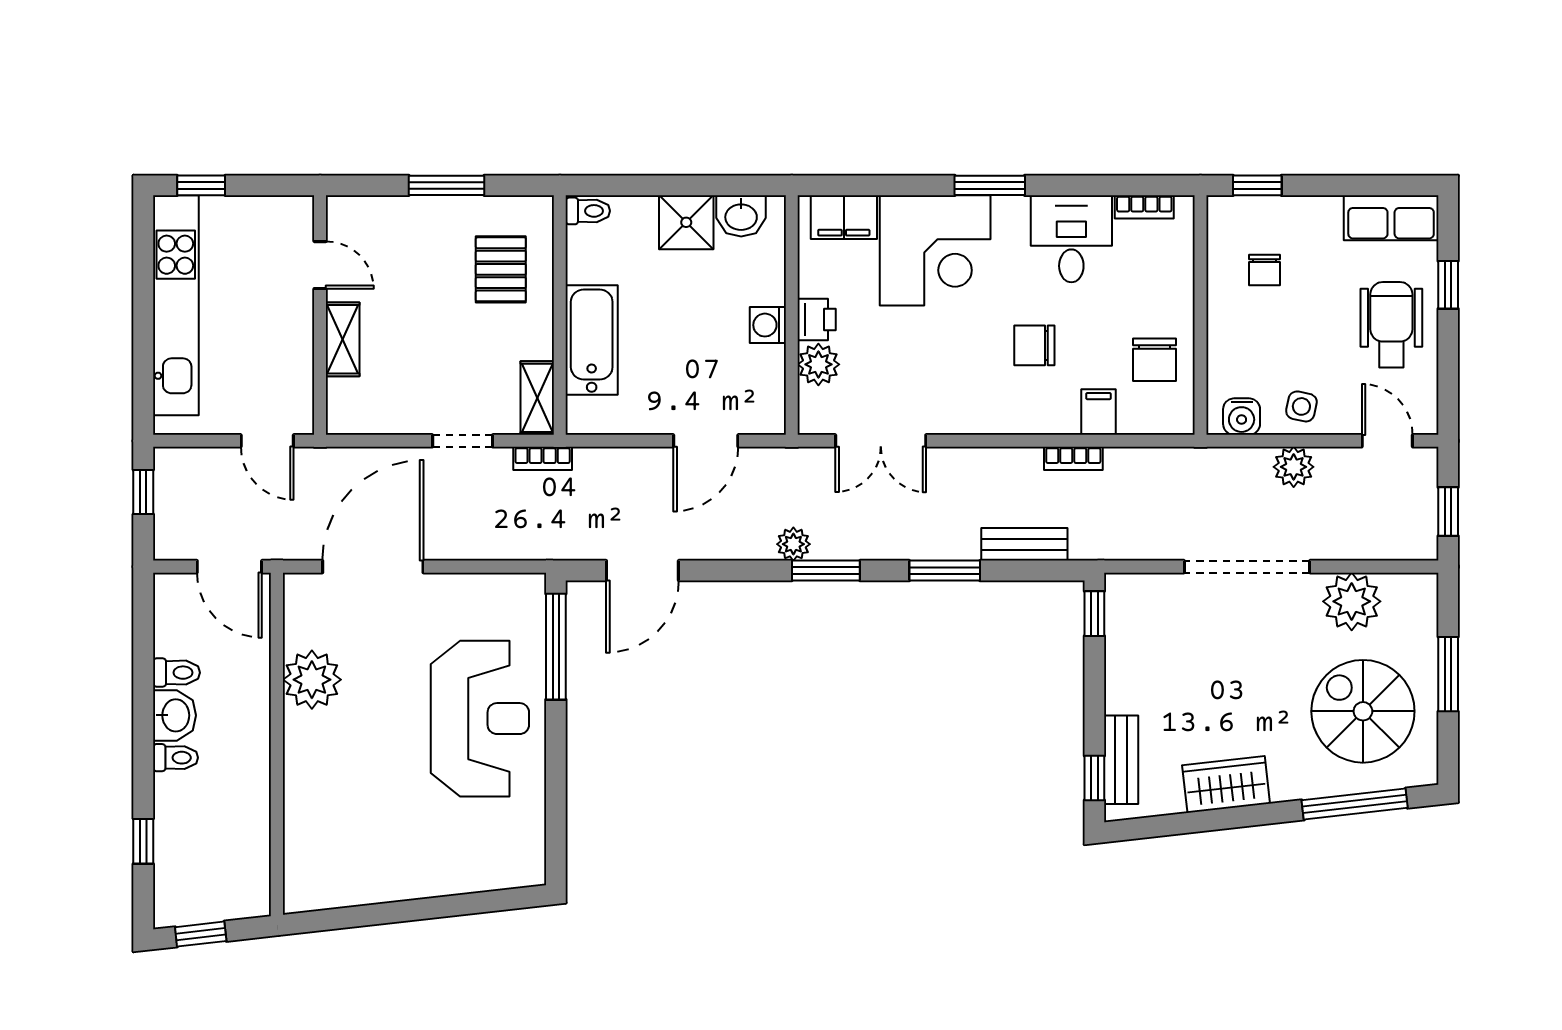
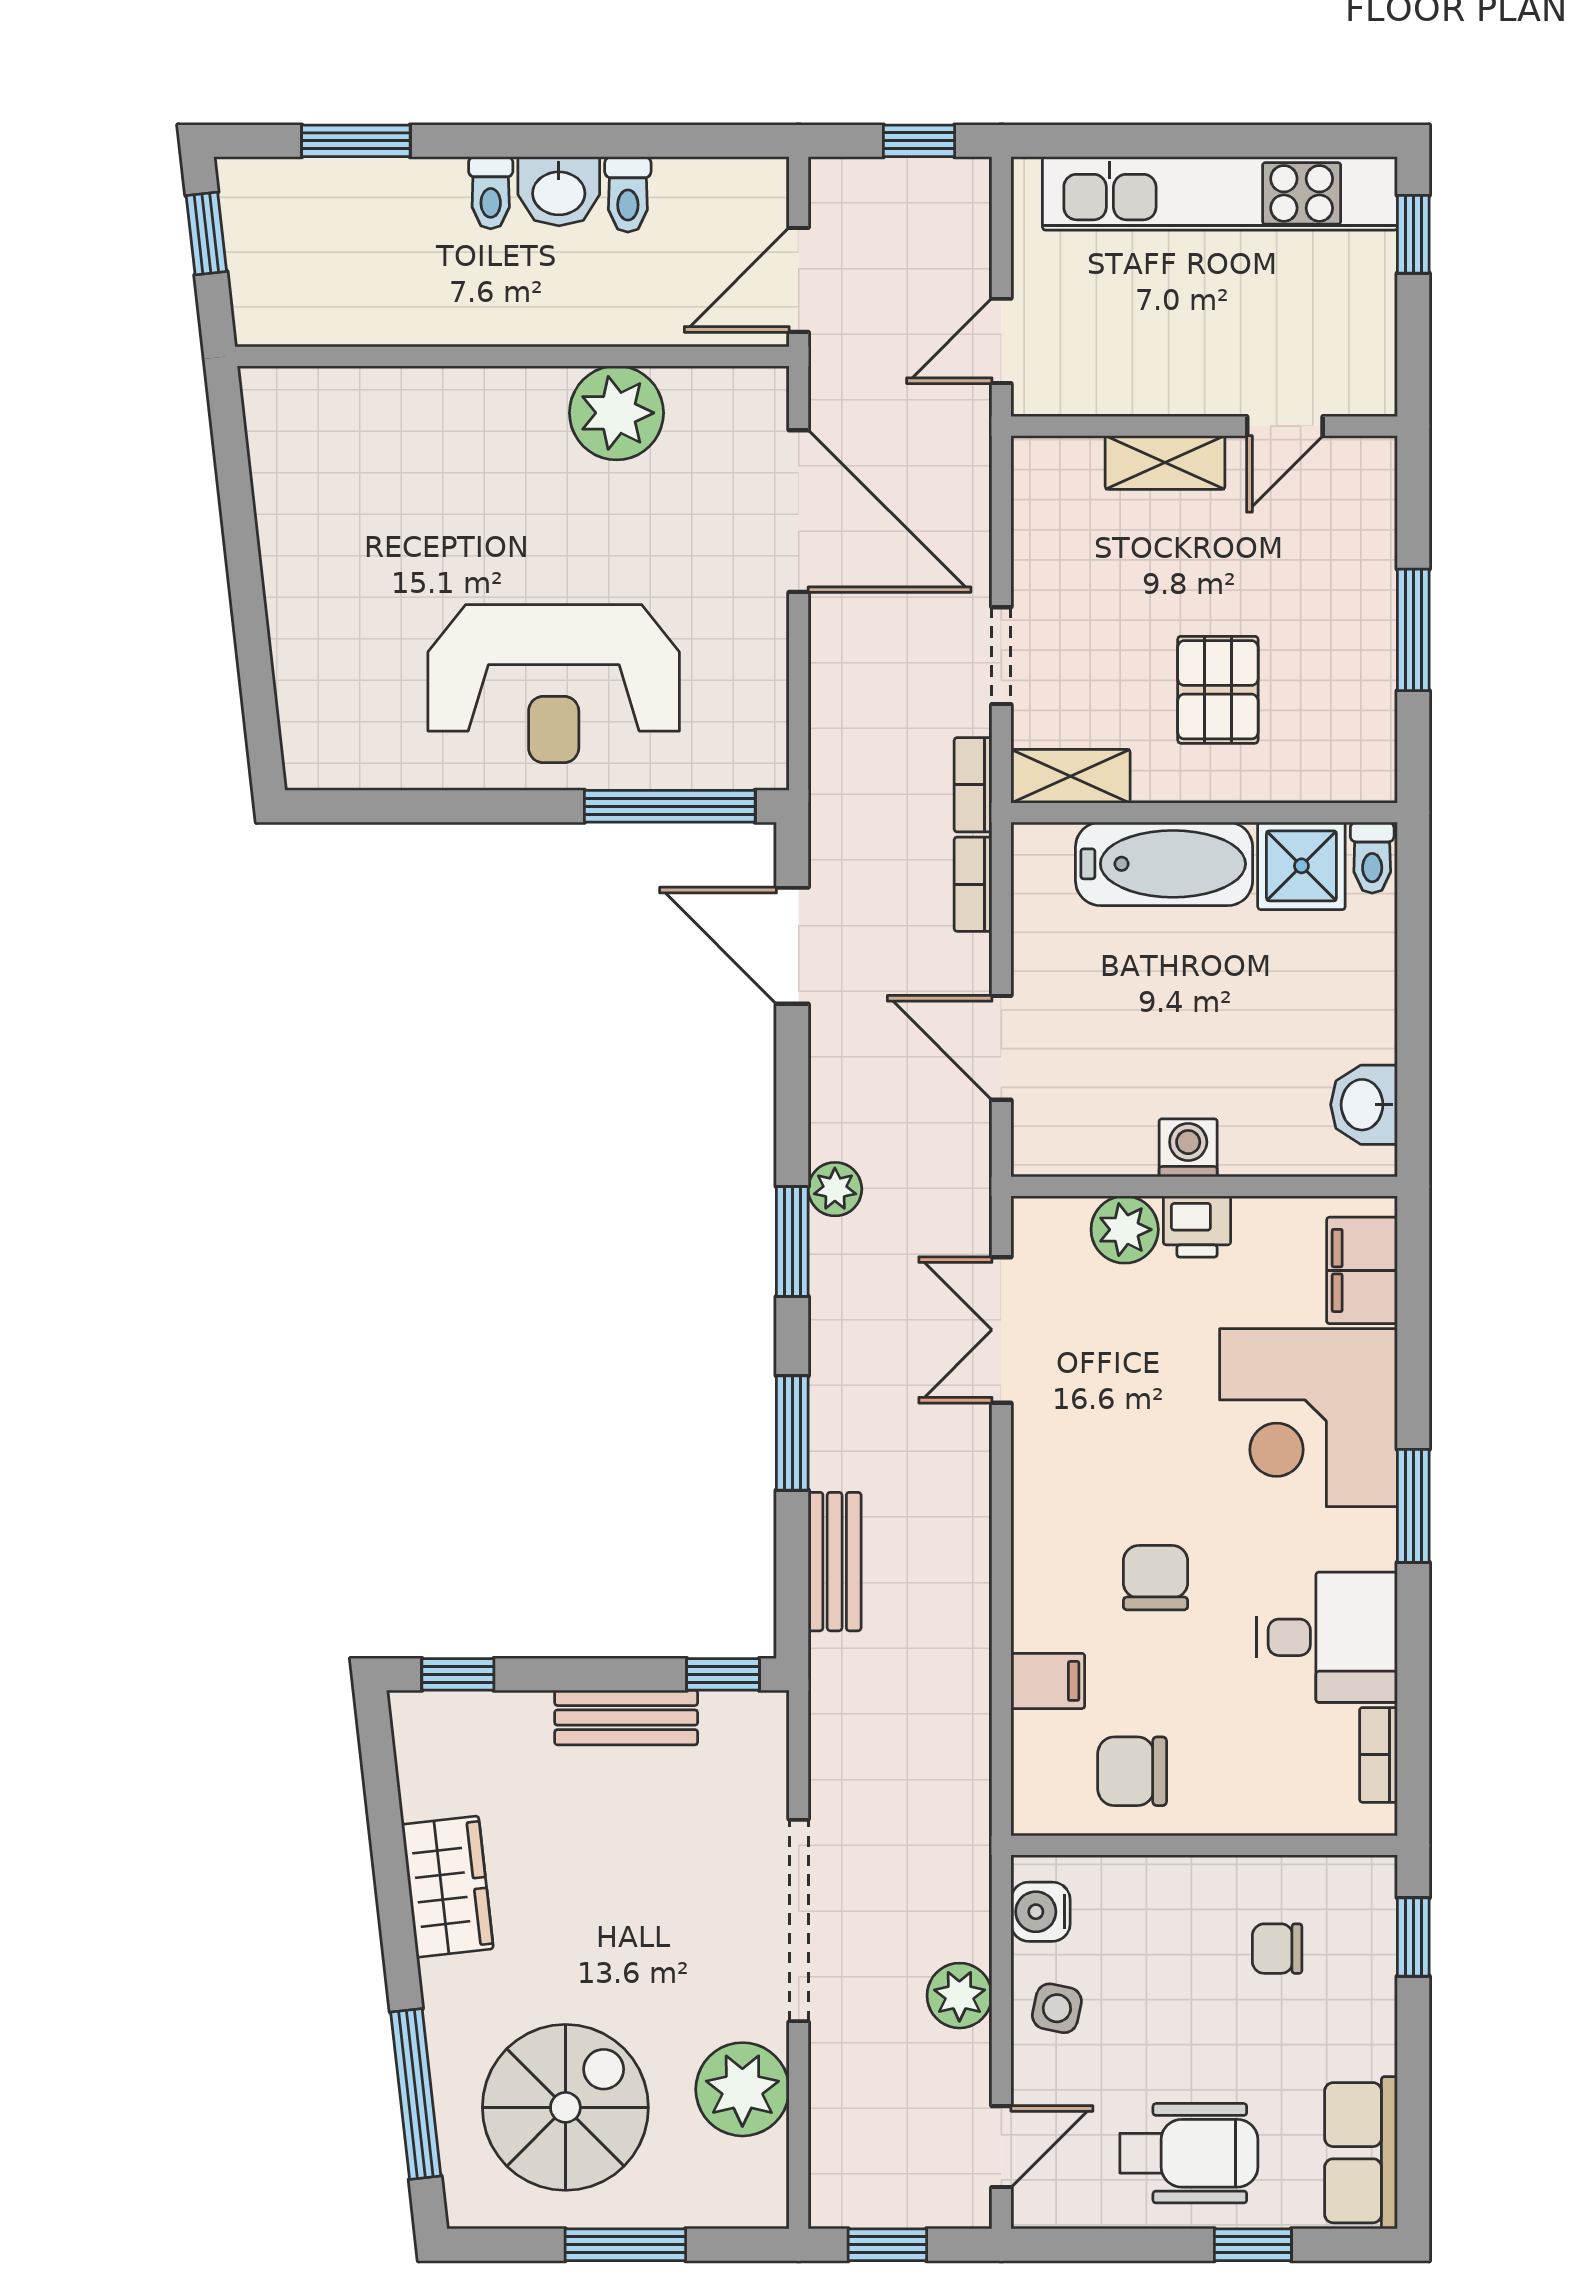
shower: (686, 222) -> (1301, 866), moved
pallet: (501, 269) -> (1218, 690), moved, turned 90
bookcase: (1073, 458) -> (973, 884), moved
bench: (1121, 760) -> (626, 1718), moved
window: (143, 841) -> (356, 141), width x1.50

